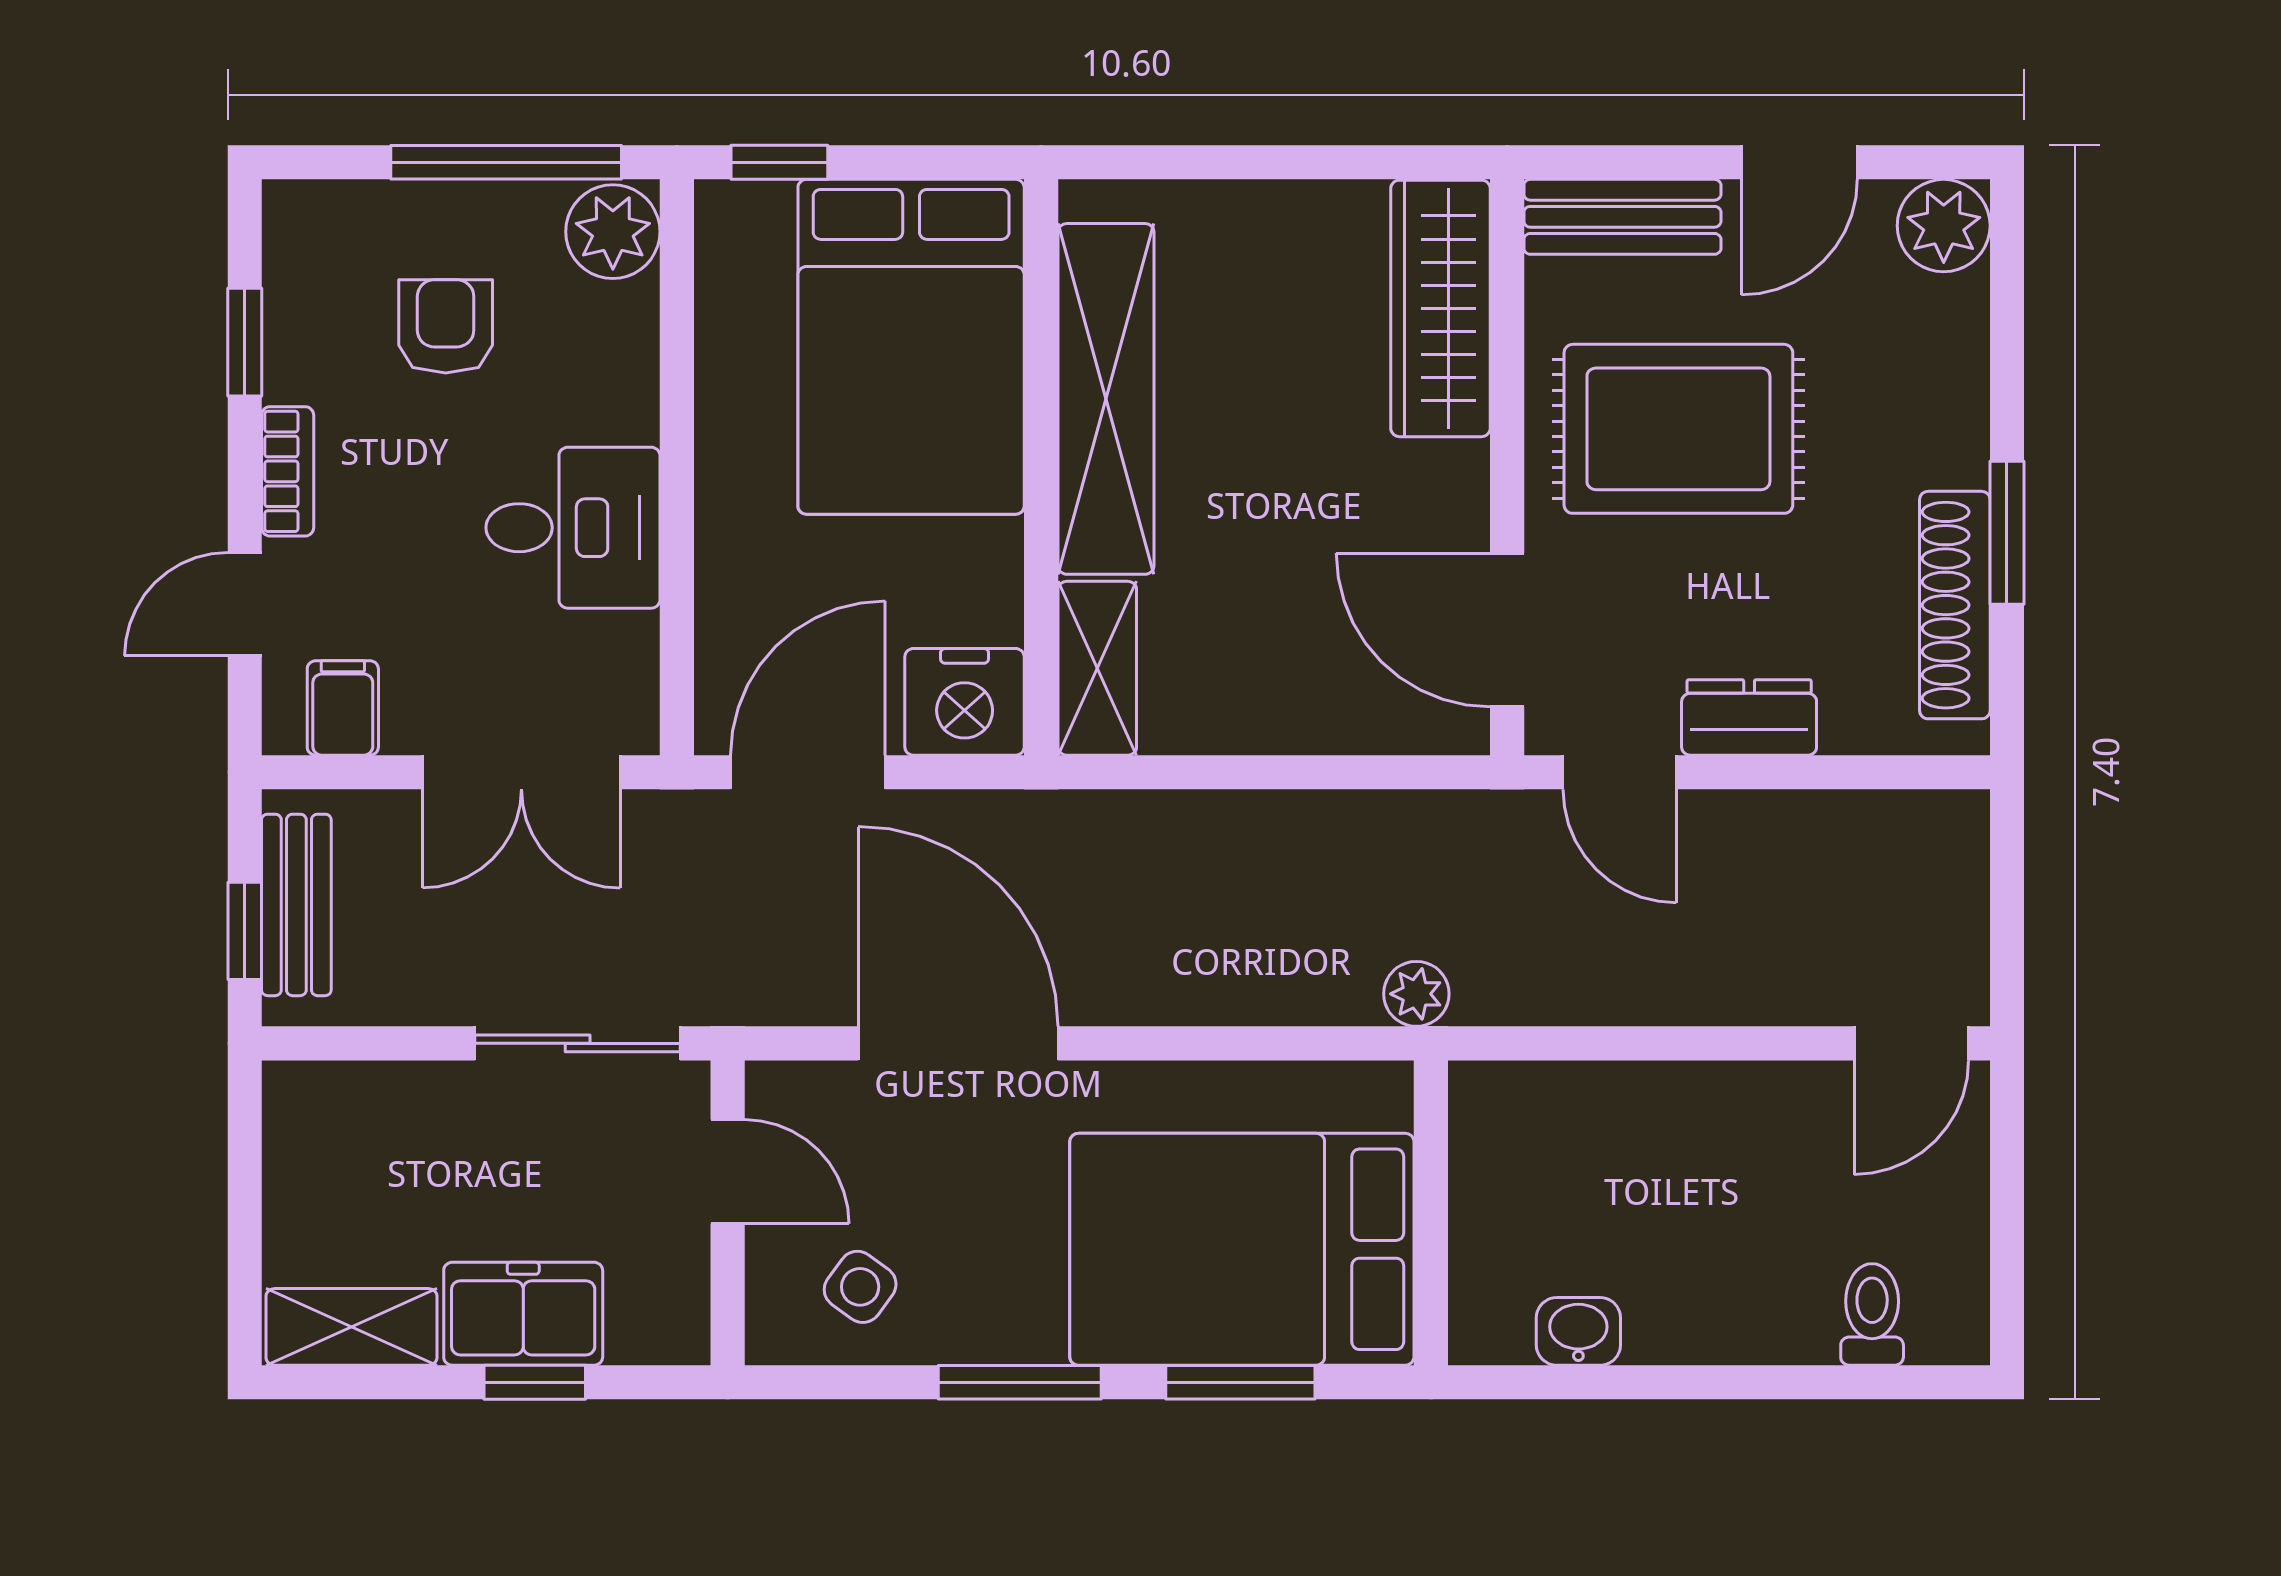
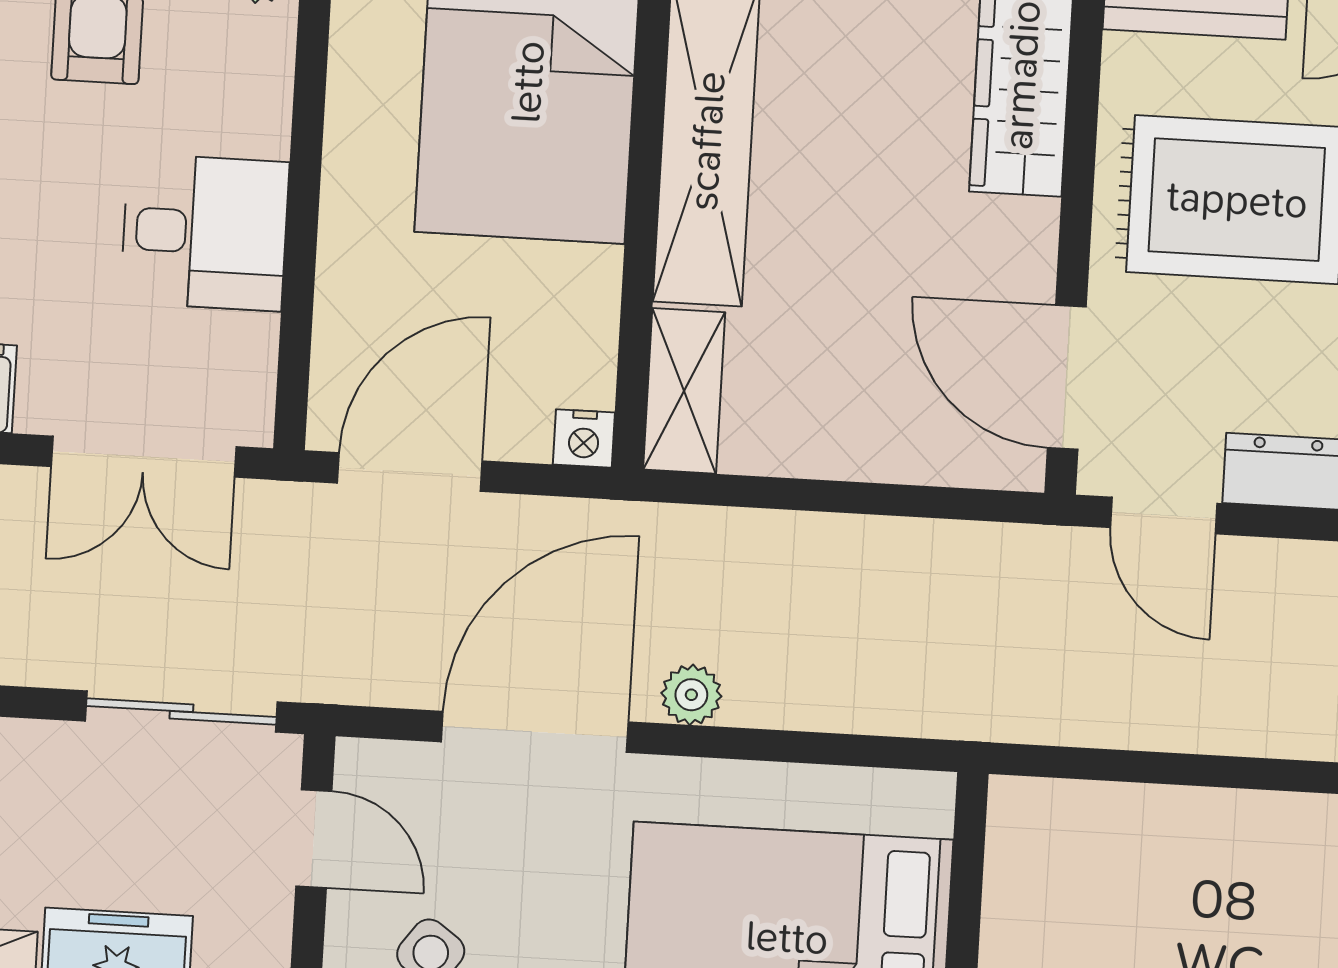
nightstand: (965, 702) -> (584, 439), width x0.53, depth x0.56
plant: (1416, 994) -> (691, 695), moved
door: (958, 1043) -> (535, 732), hinge flipped

